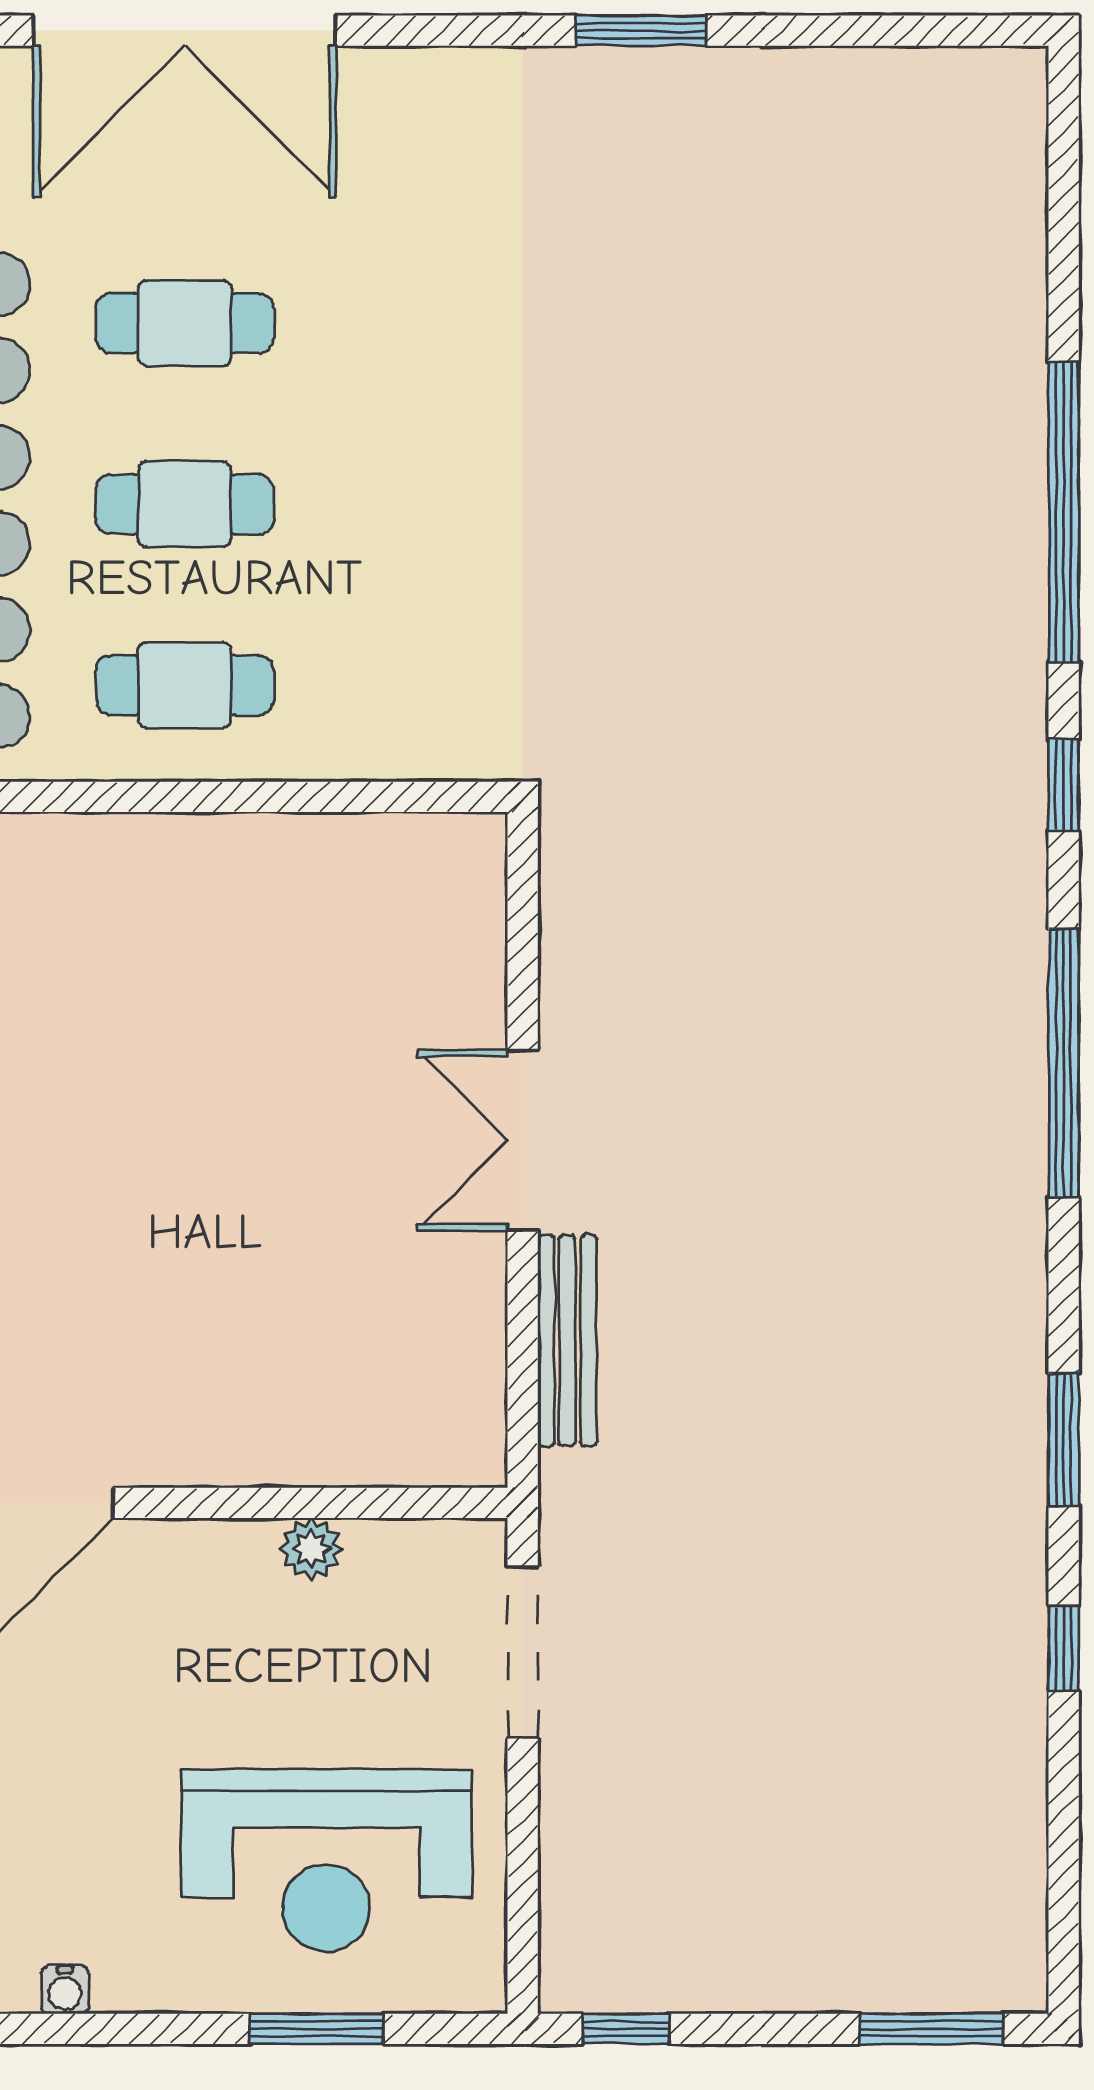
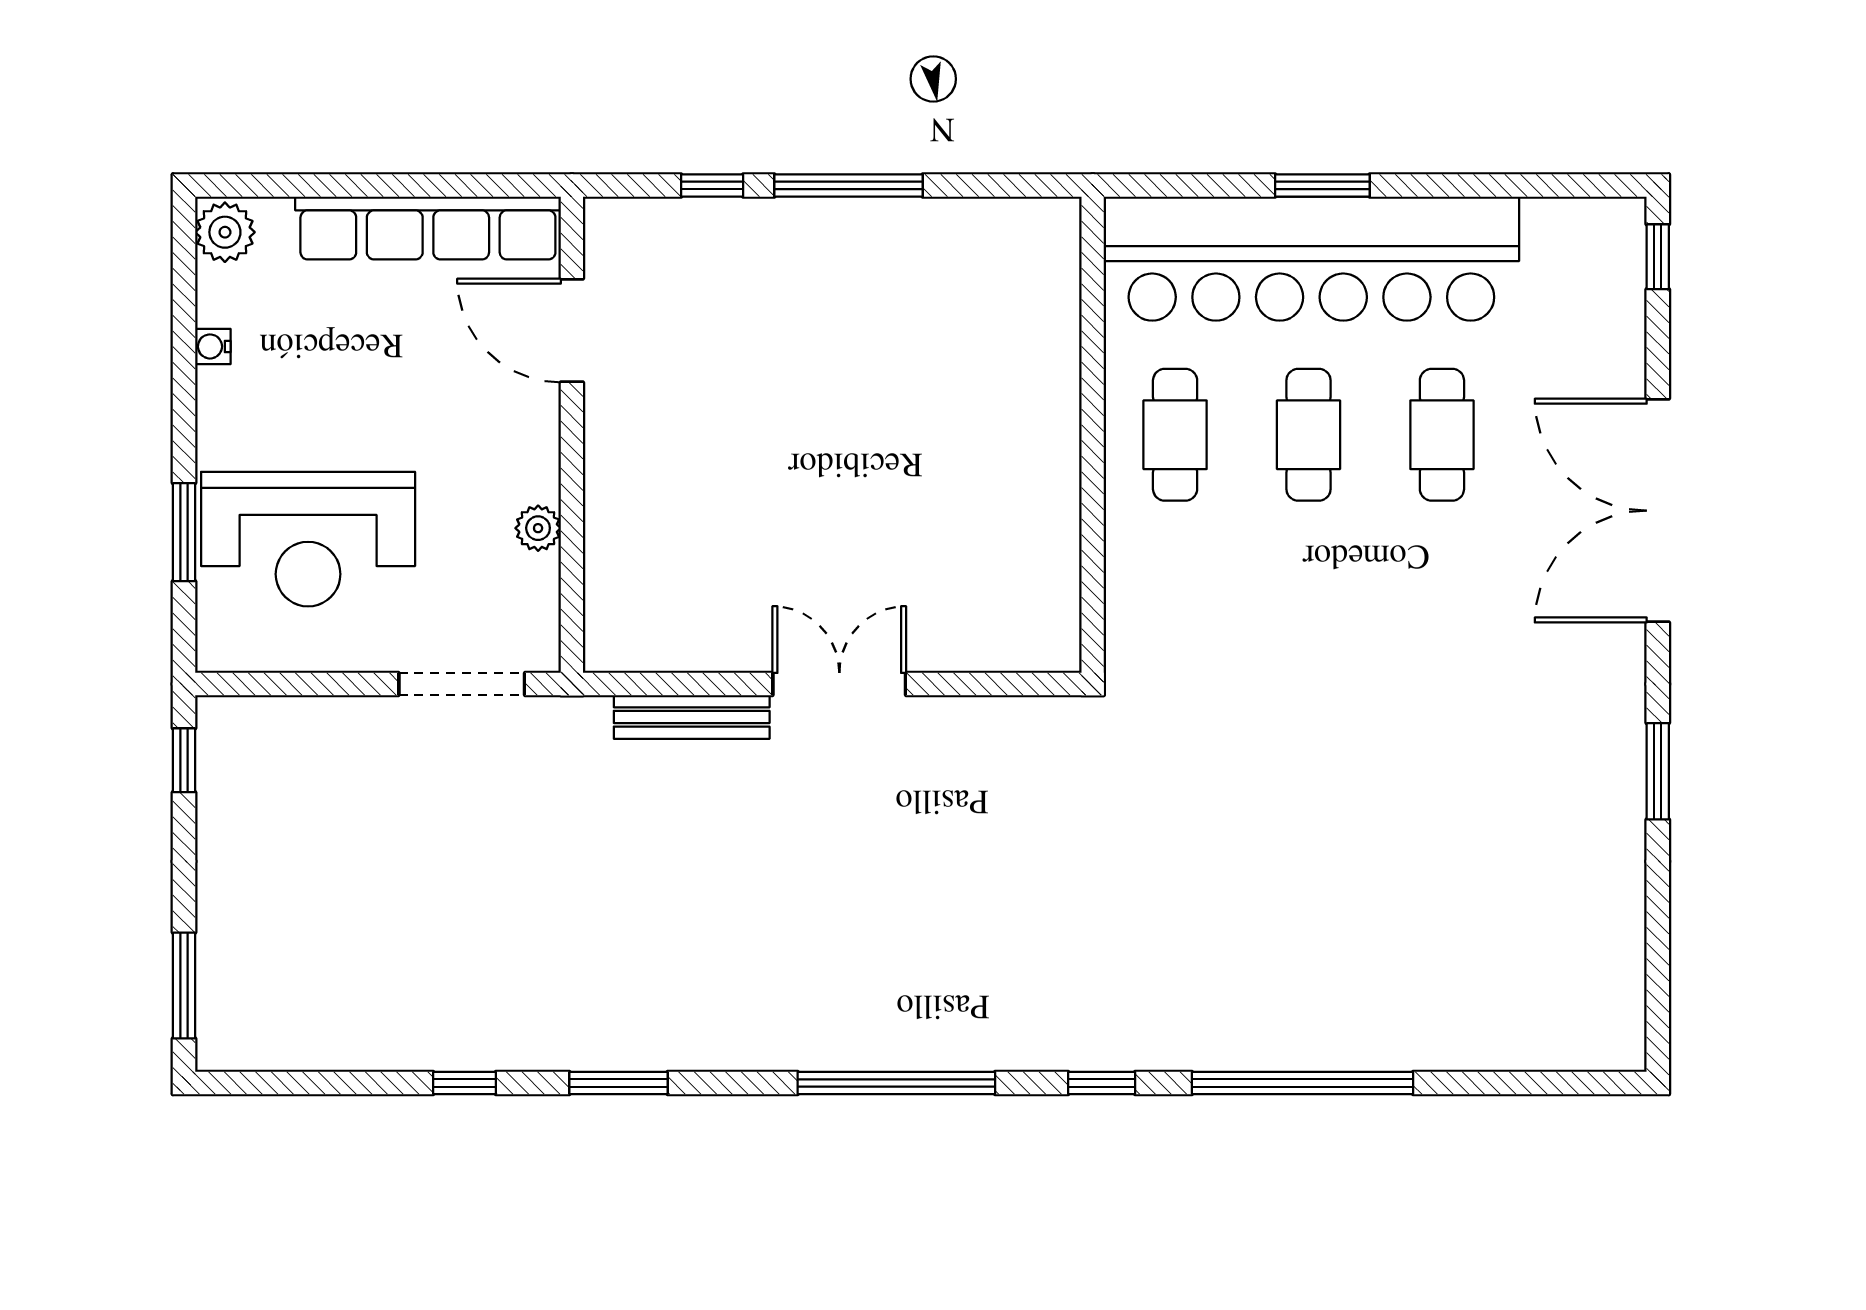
double door: (185, 31) -> (1658, 511), moved
reception desk: (326, 1861) -> (308, 539), turned -90

